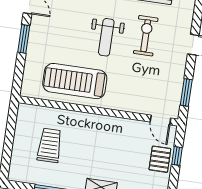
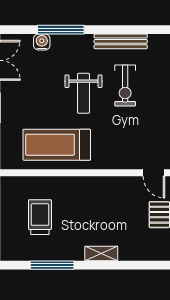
exercise bike: (146, 36) -> (125, 86), turned 180

